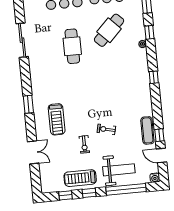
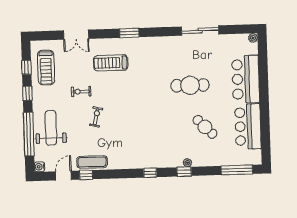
cafe table: (109, 30) -> (205, 127), width x0.73, depth x0.74
window: (149, 32) -> (184, 172), moved
weight bench: (119, 170) -> (51, 128), turned 180
treadmill: (80, 178) -> (46, 68), moved, turned 180

